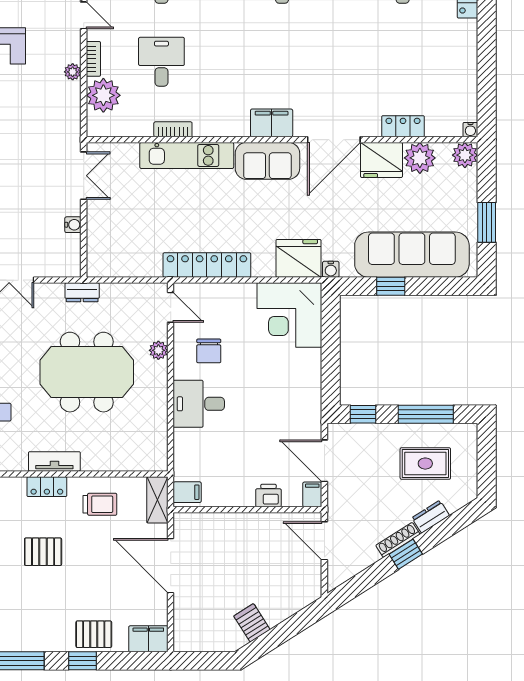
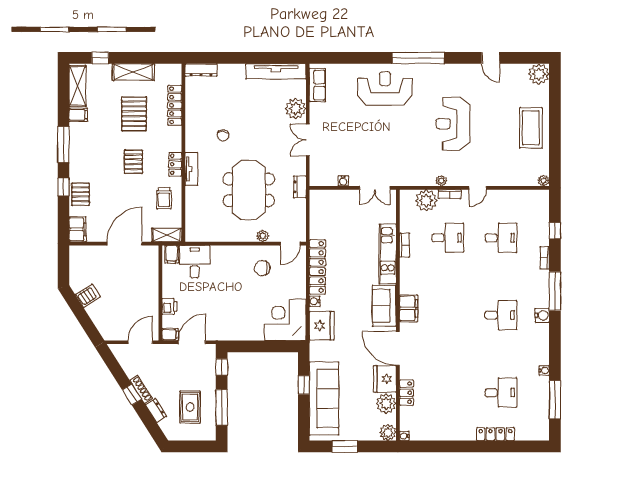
water cooler: (331, 269) -> (315, 301), moved
desk: (199, 404) -> (195, 262), moved

